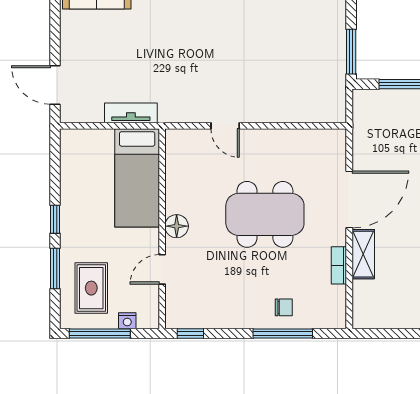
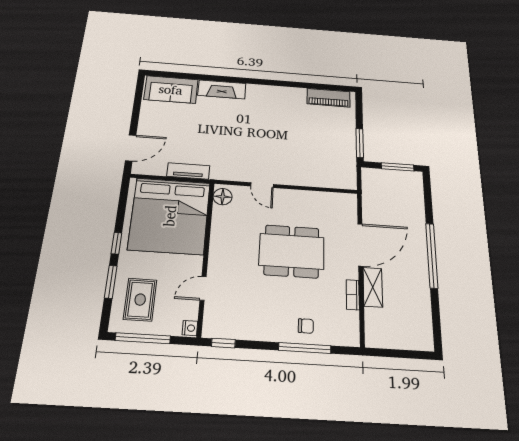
door: (55, 85) -> (131, 148), swing flipped
bed: (137, 178) -> (170, 216), width x2.04
floor lamp: (177, 226) -> (223, 197), moved
nightstand: (127, 321) -> (190, 328), moved, turned -90

